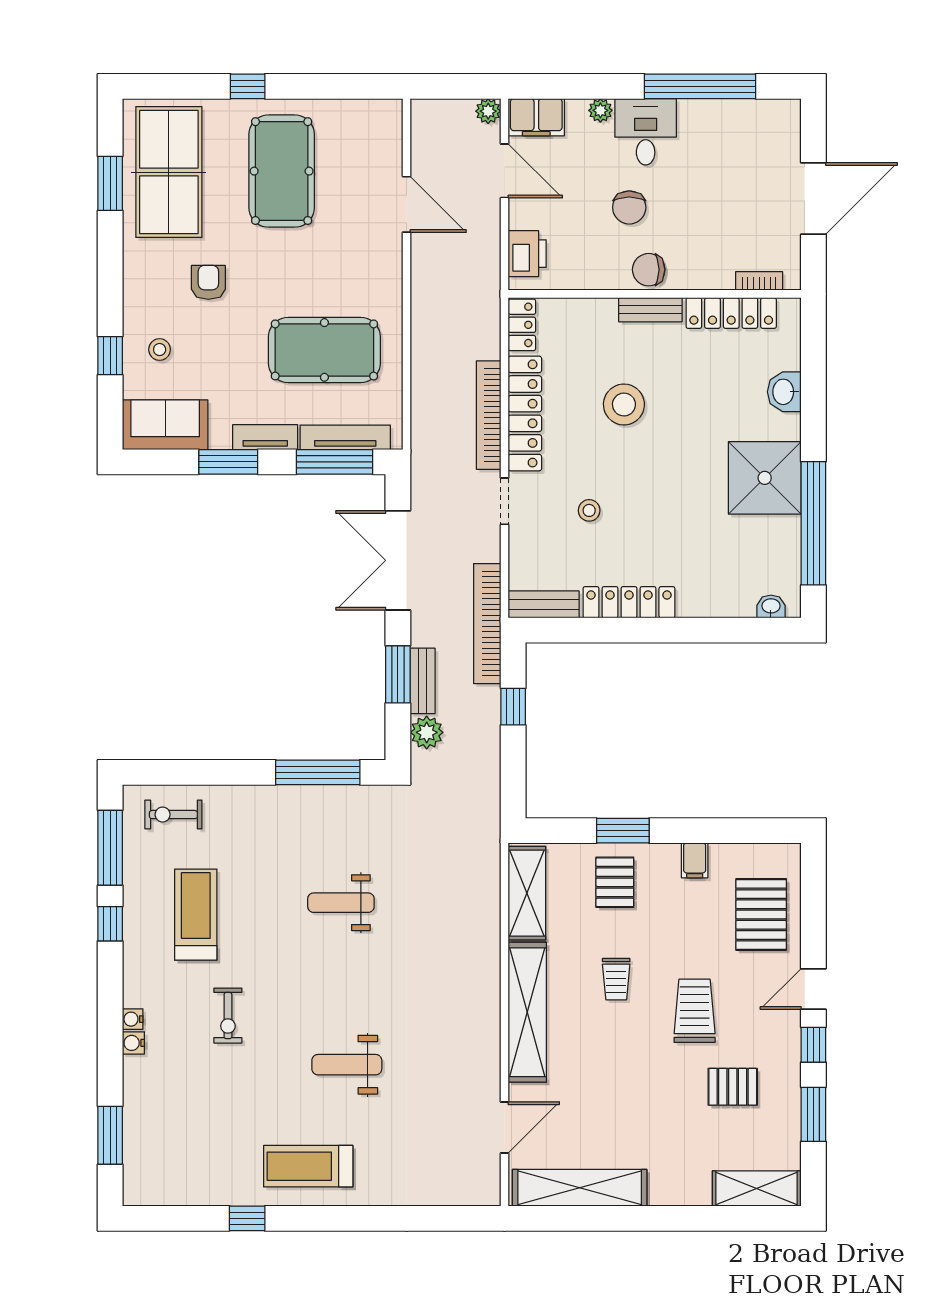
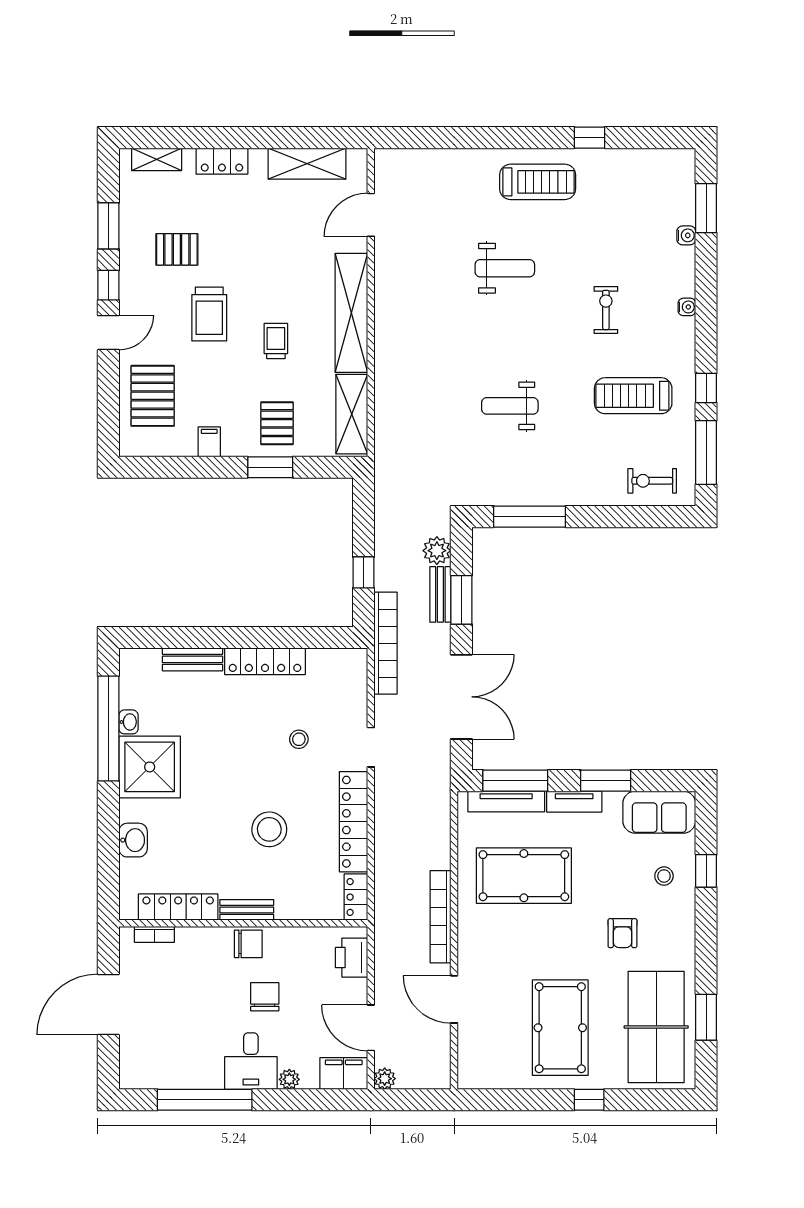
bookcase: (489, 415) -> (440, 917), moved, turned 180
bench: (544, 604) -> (192, 659), moved
washbasin: (771, 607) -> (128, 722), moved, turned -90
exercise bike: (173, 815) -> (652, 481), turned 180
weight bench: (341, 903) -> (510, 406), turned 180
treadmill: (196, 915) -> (633, 396), turned 90
water cooler: (133, 1043) -> (686, 235), moved
shelving: (580, 1188) -> (307, 164), width x0.68
shelving: (757, 1188) -> (157, 159), width x0.67, depth x0.75
locker: (680, 1191) -> (222, 161), added

